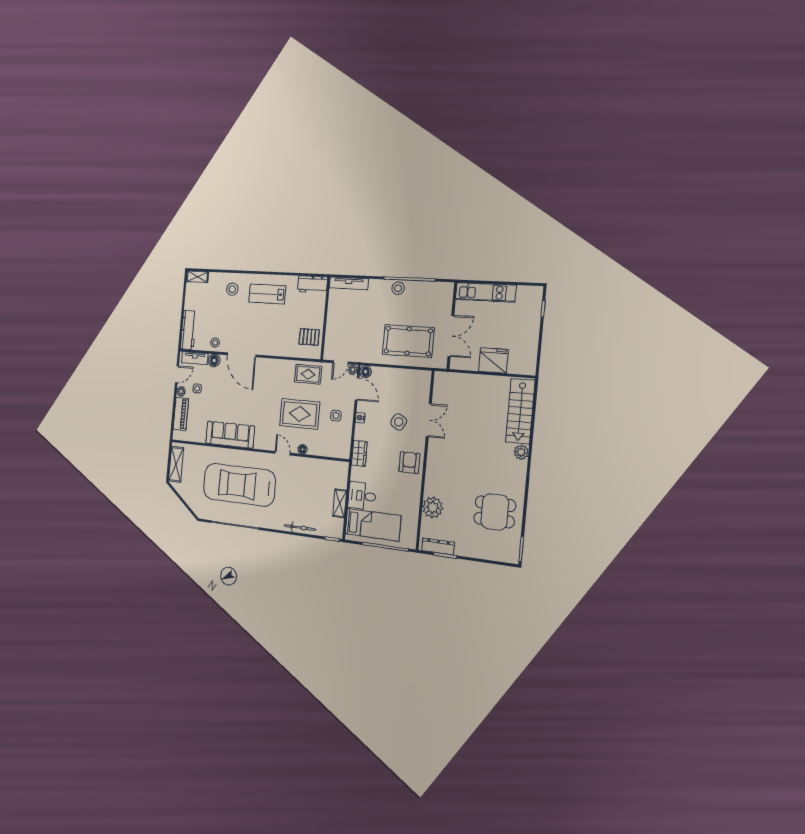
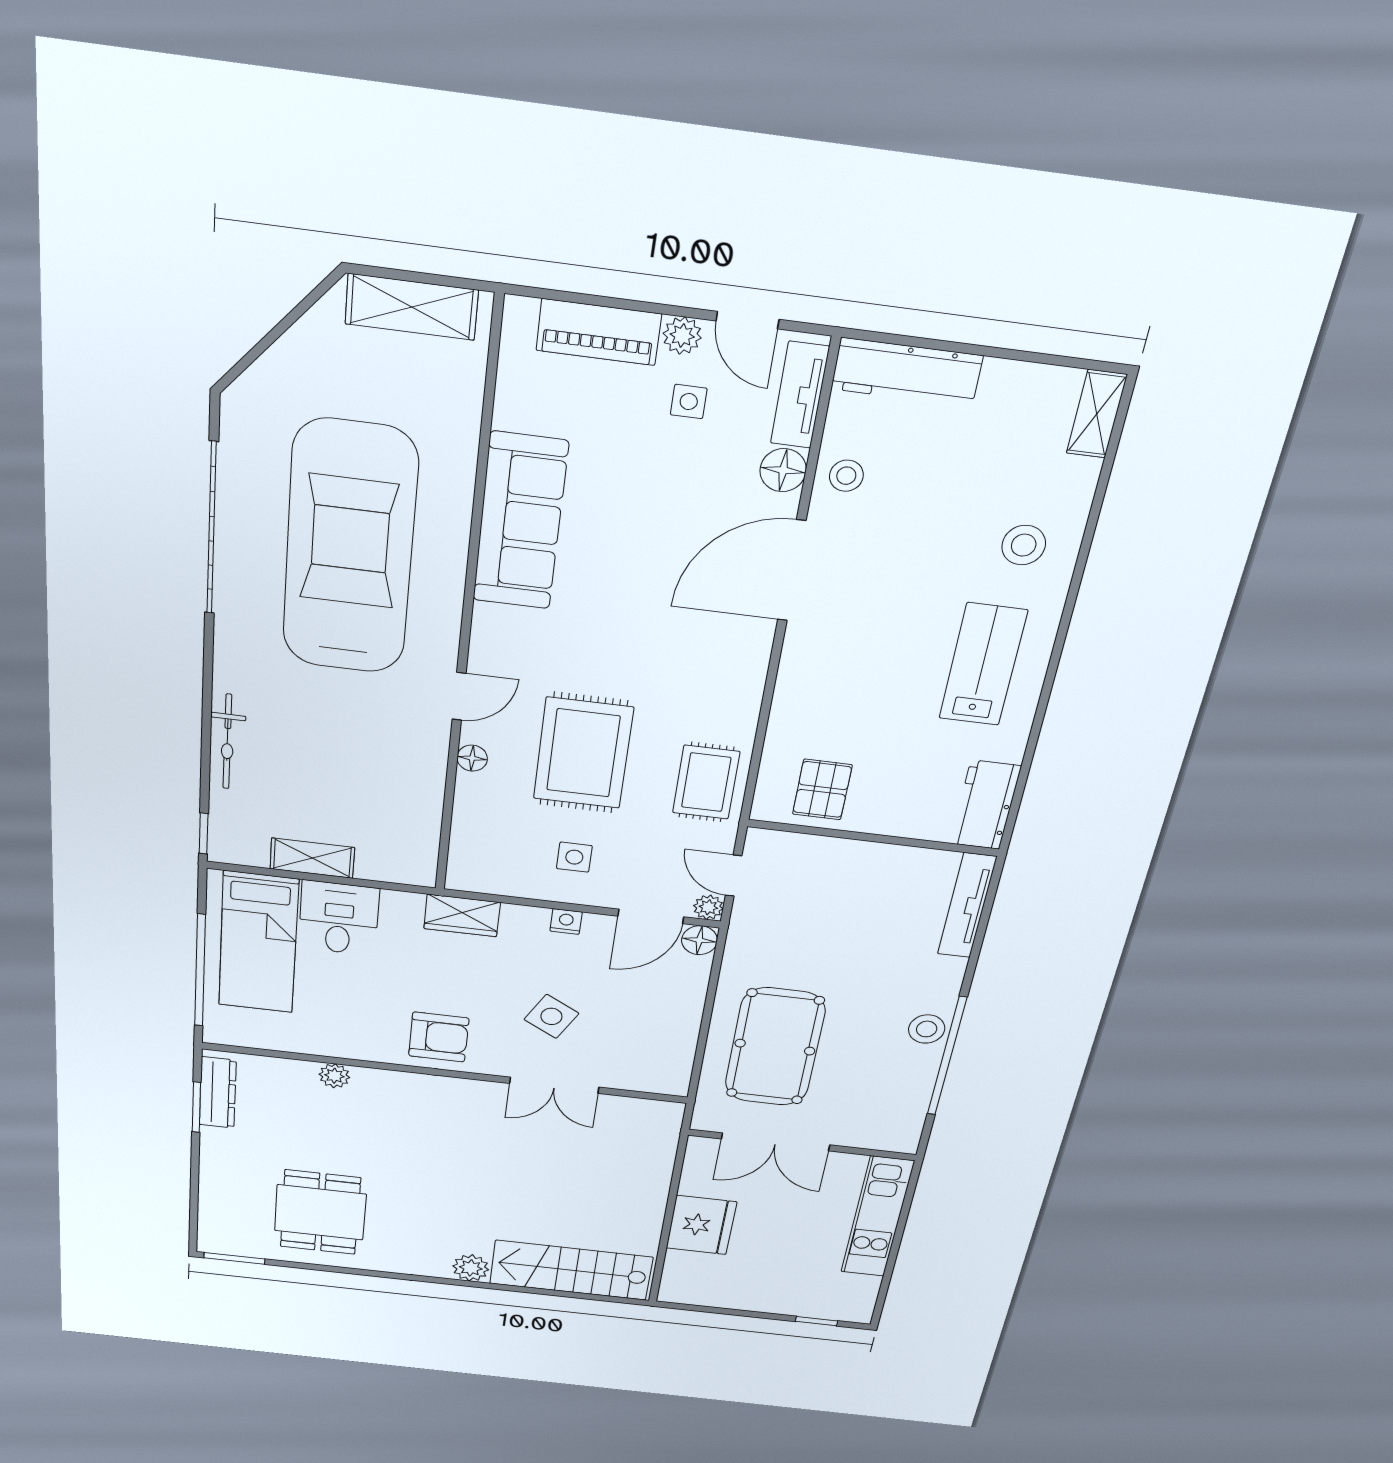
plant: (433, 507) -> (334, 1076), width x0.53, depth x0.53

